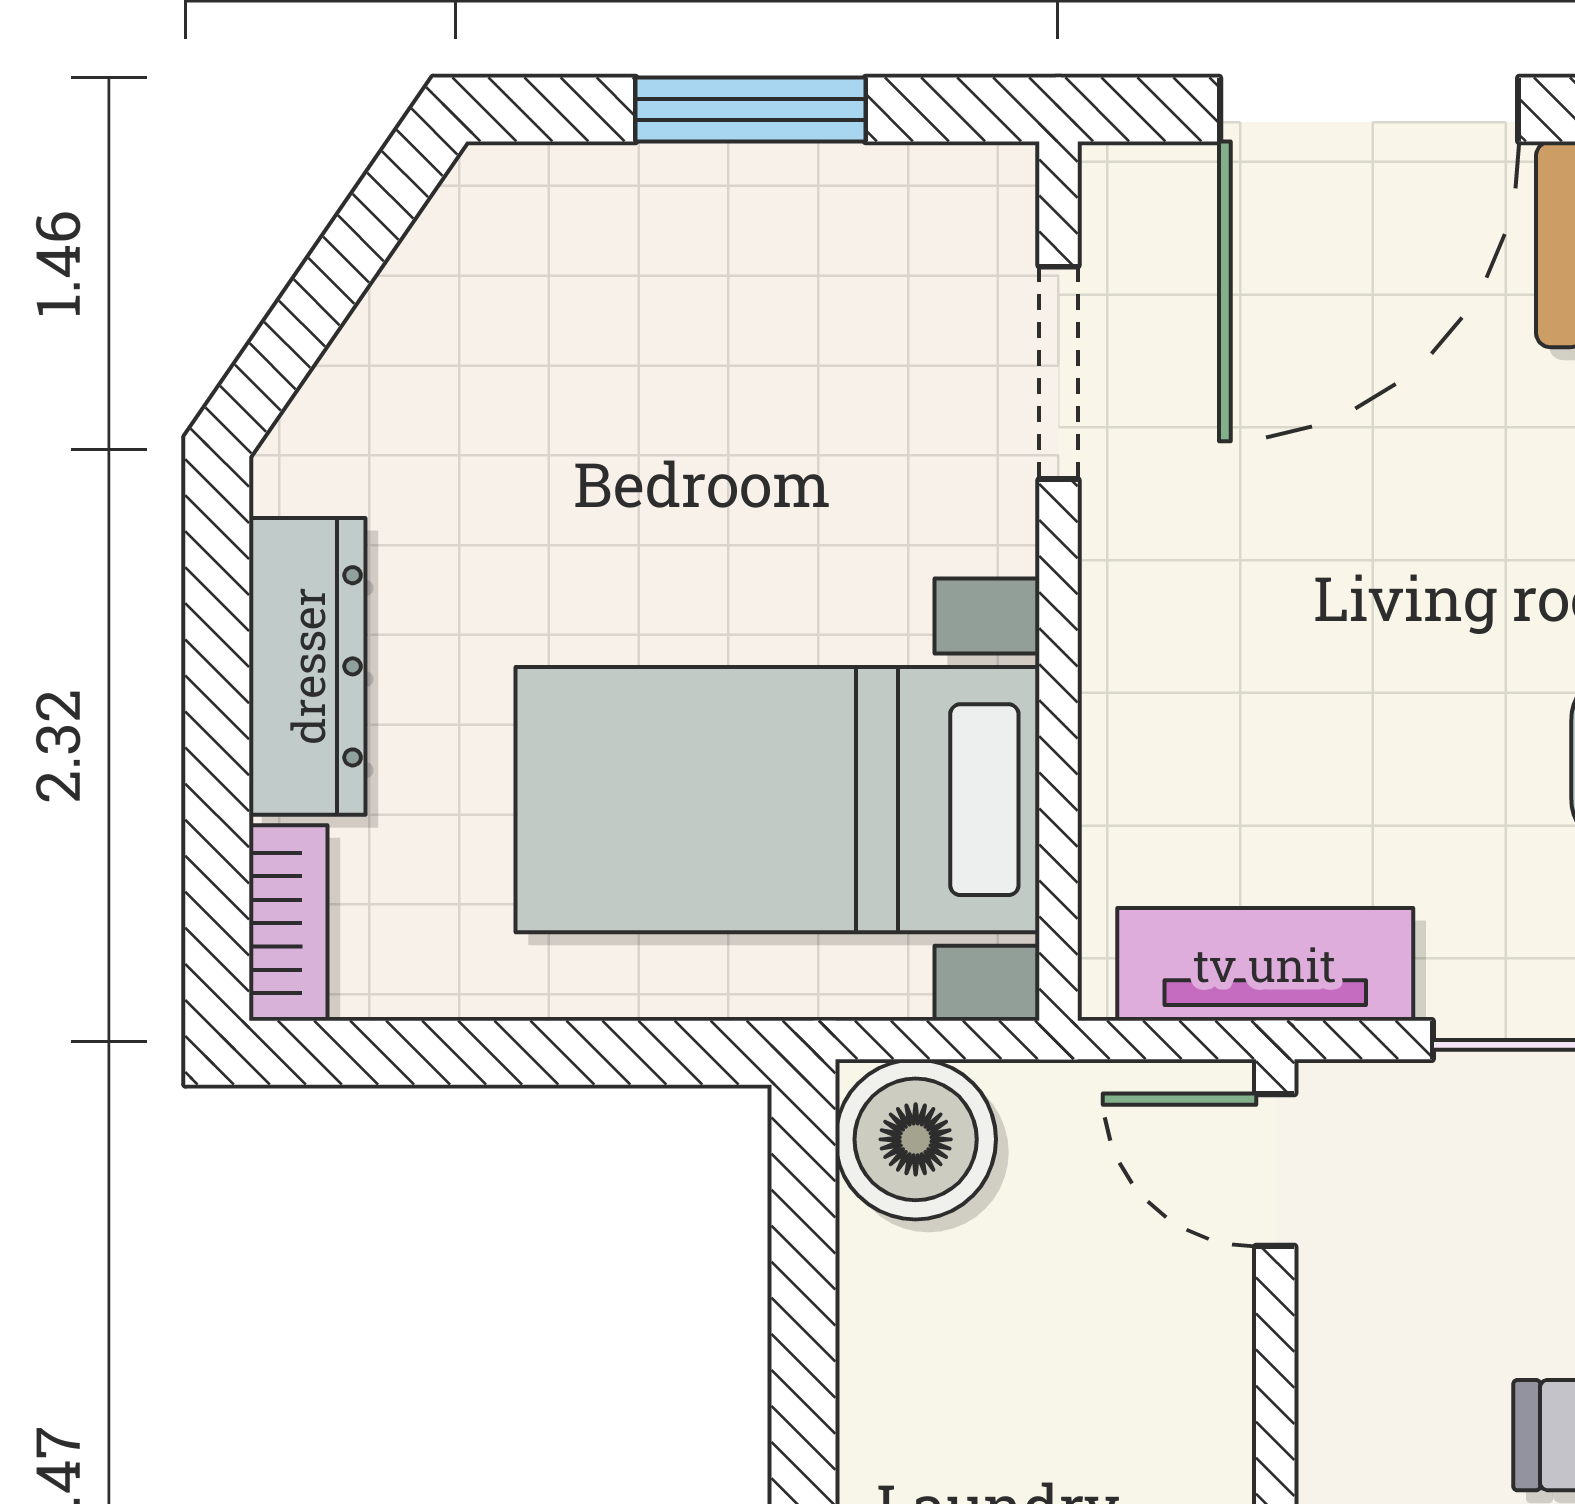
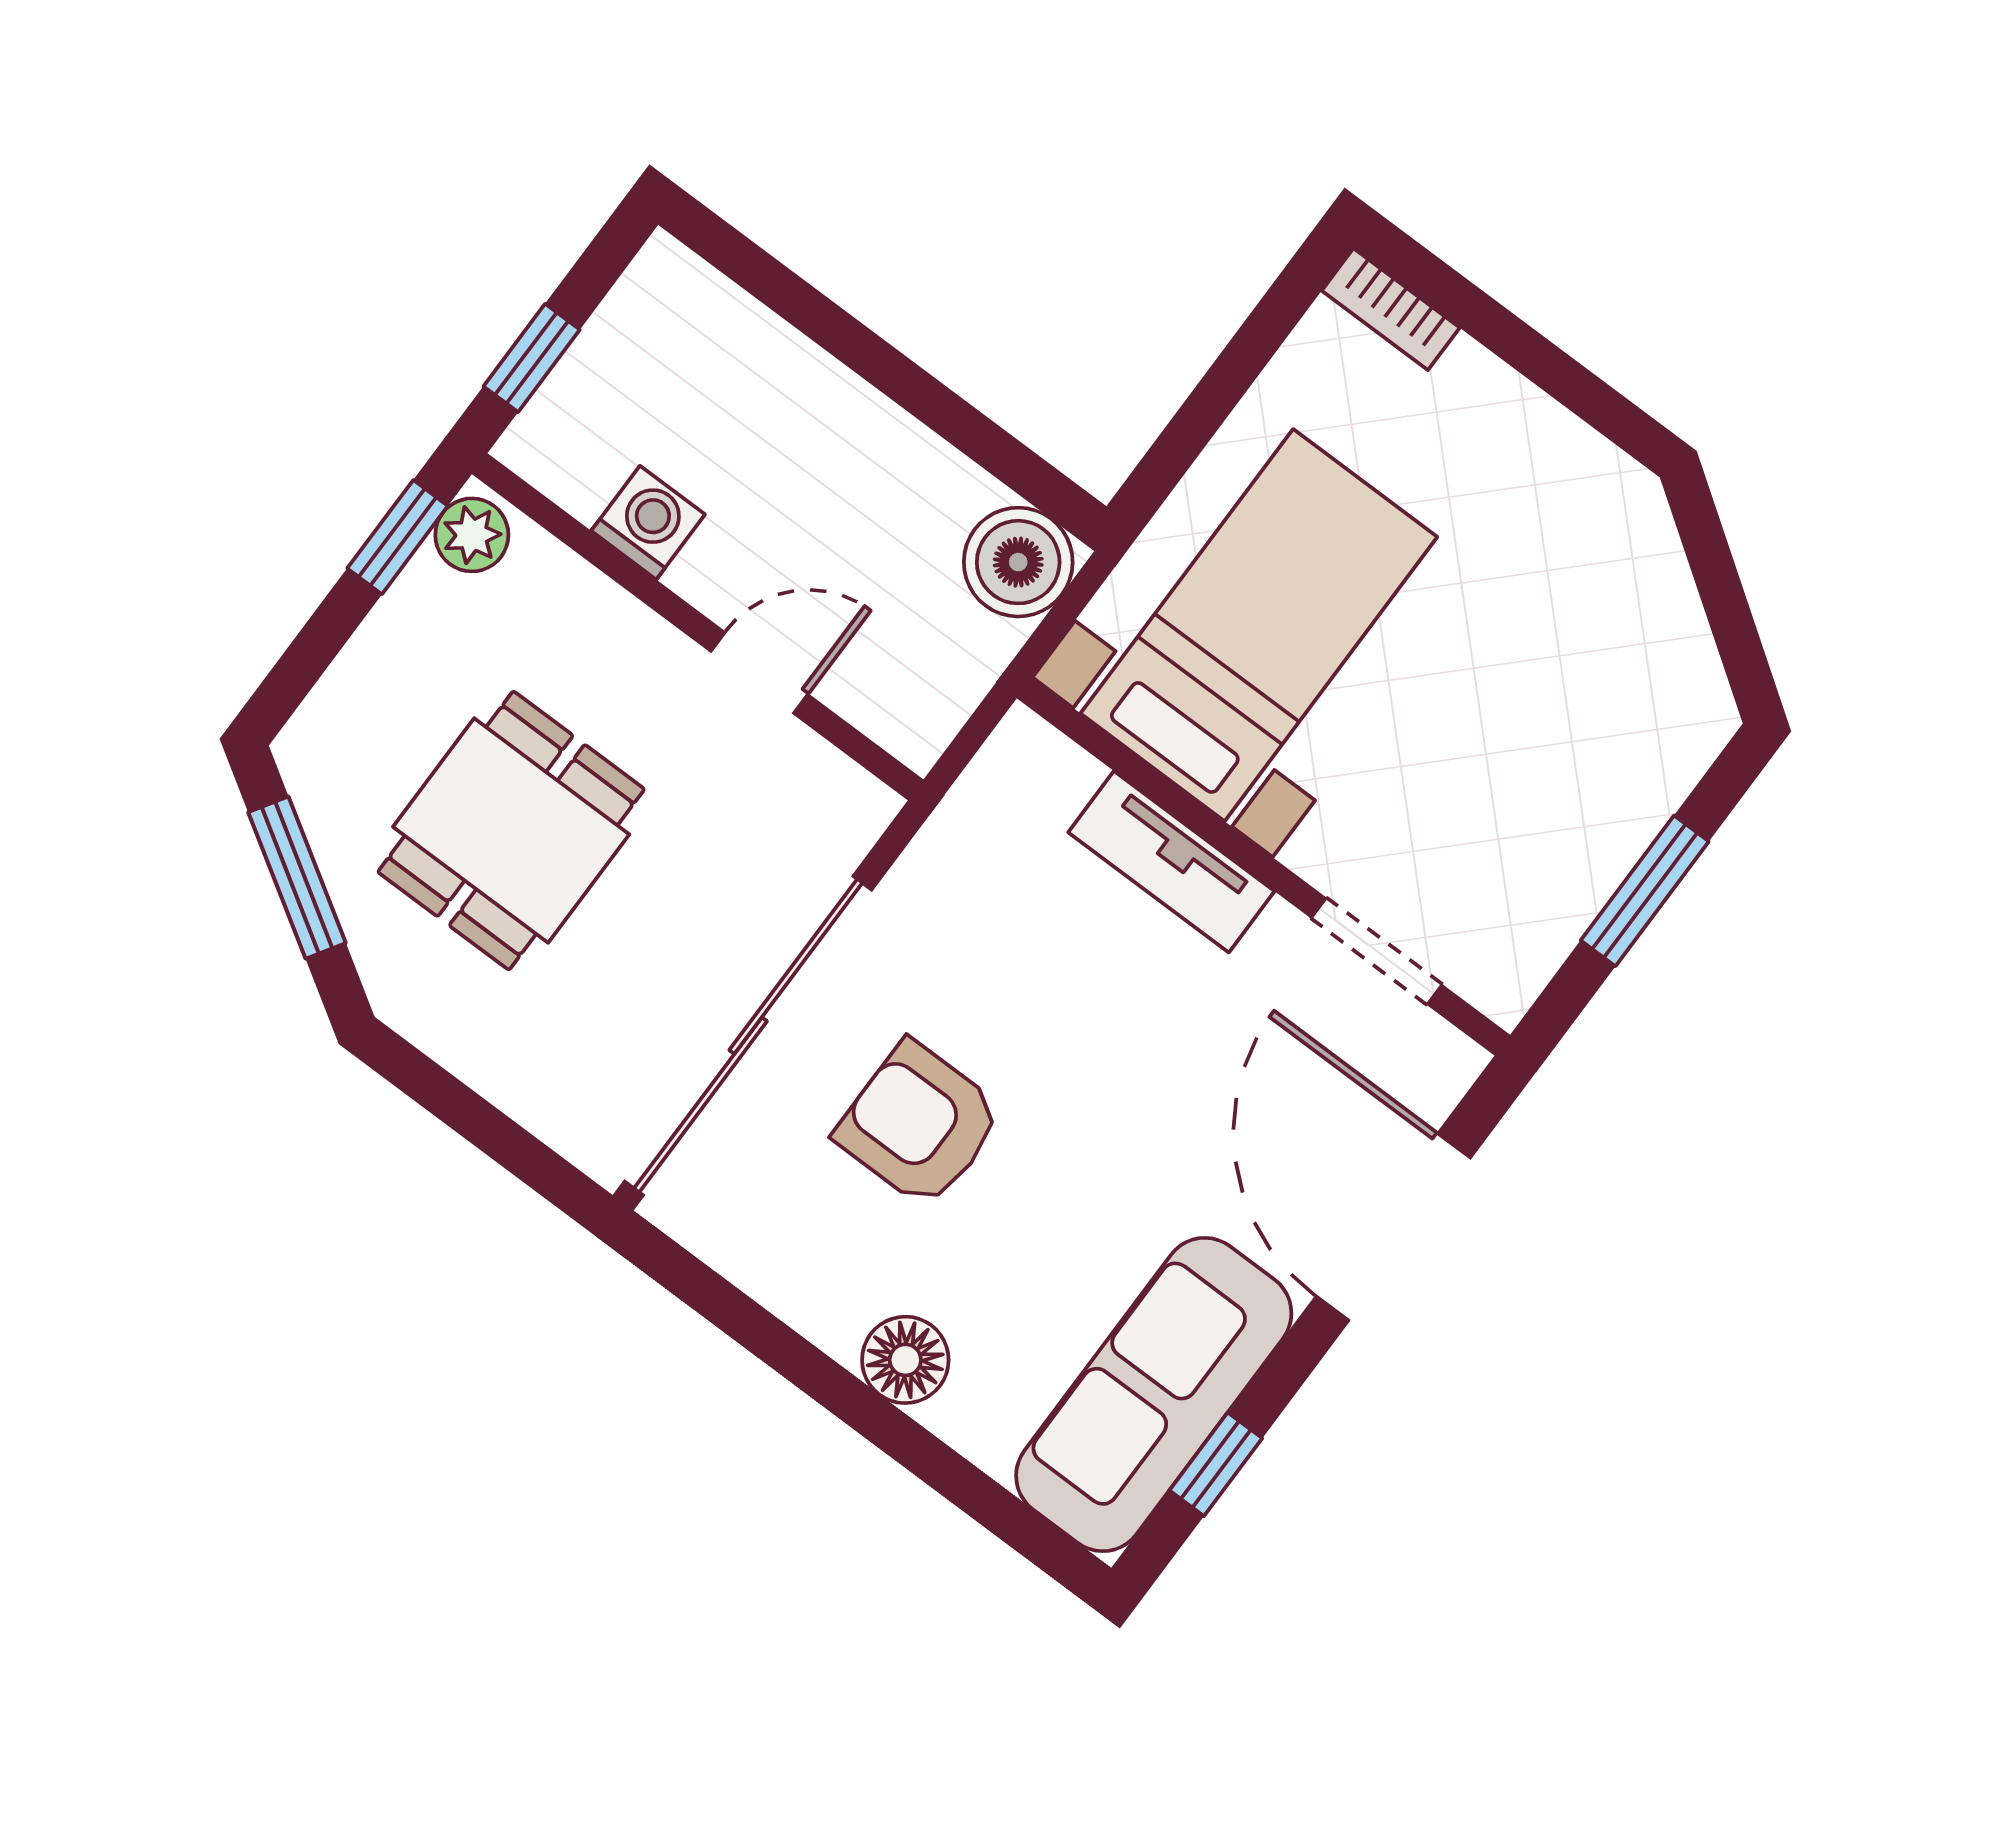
dresser: (307, 666) -> (1522, 424), removed
tv unit: (1265, 964) -> (1171, 862), moved, turned 90
door: (1275, 1170) -> (759, 673), moved

